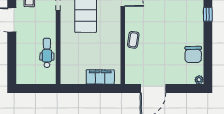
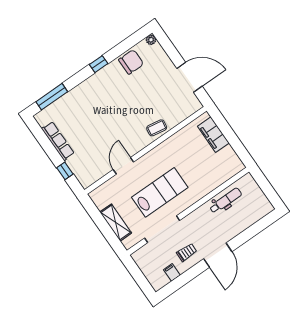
window: (208, 14) -> (99, 64), moved
dental chair: (47, 53) -> (226, 201), turned 180

